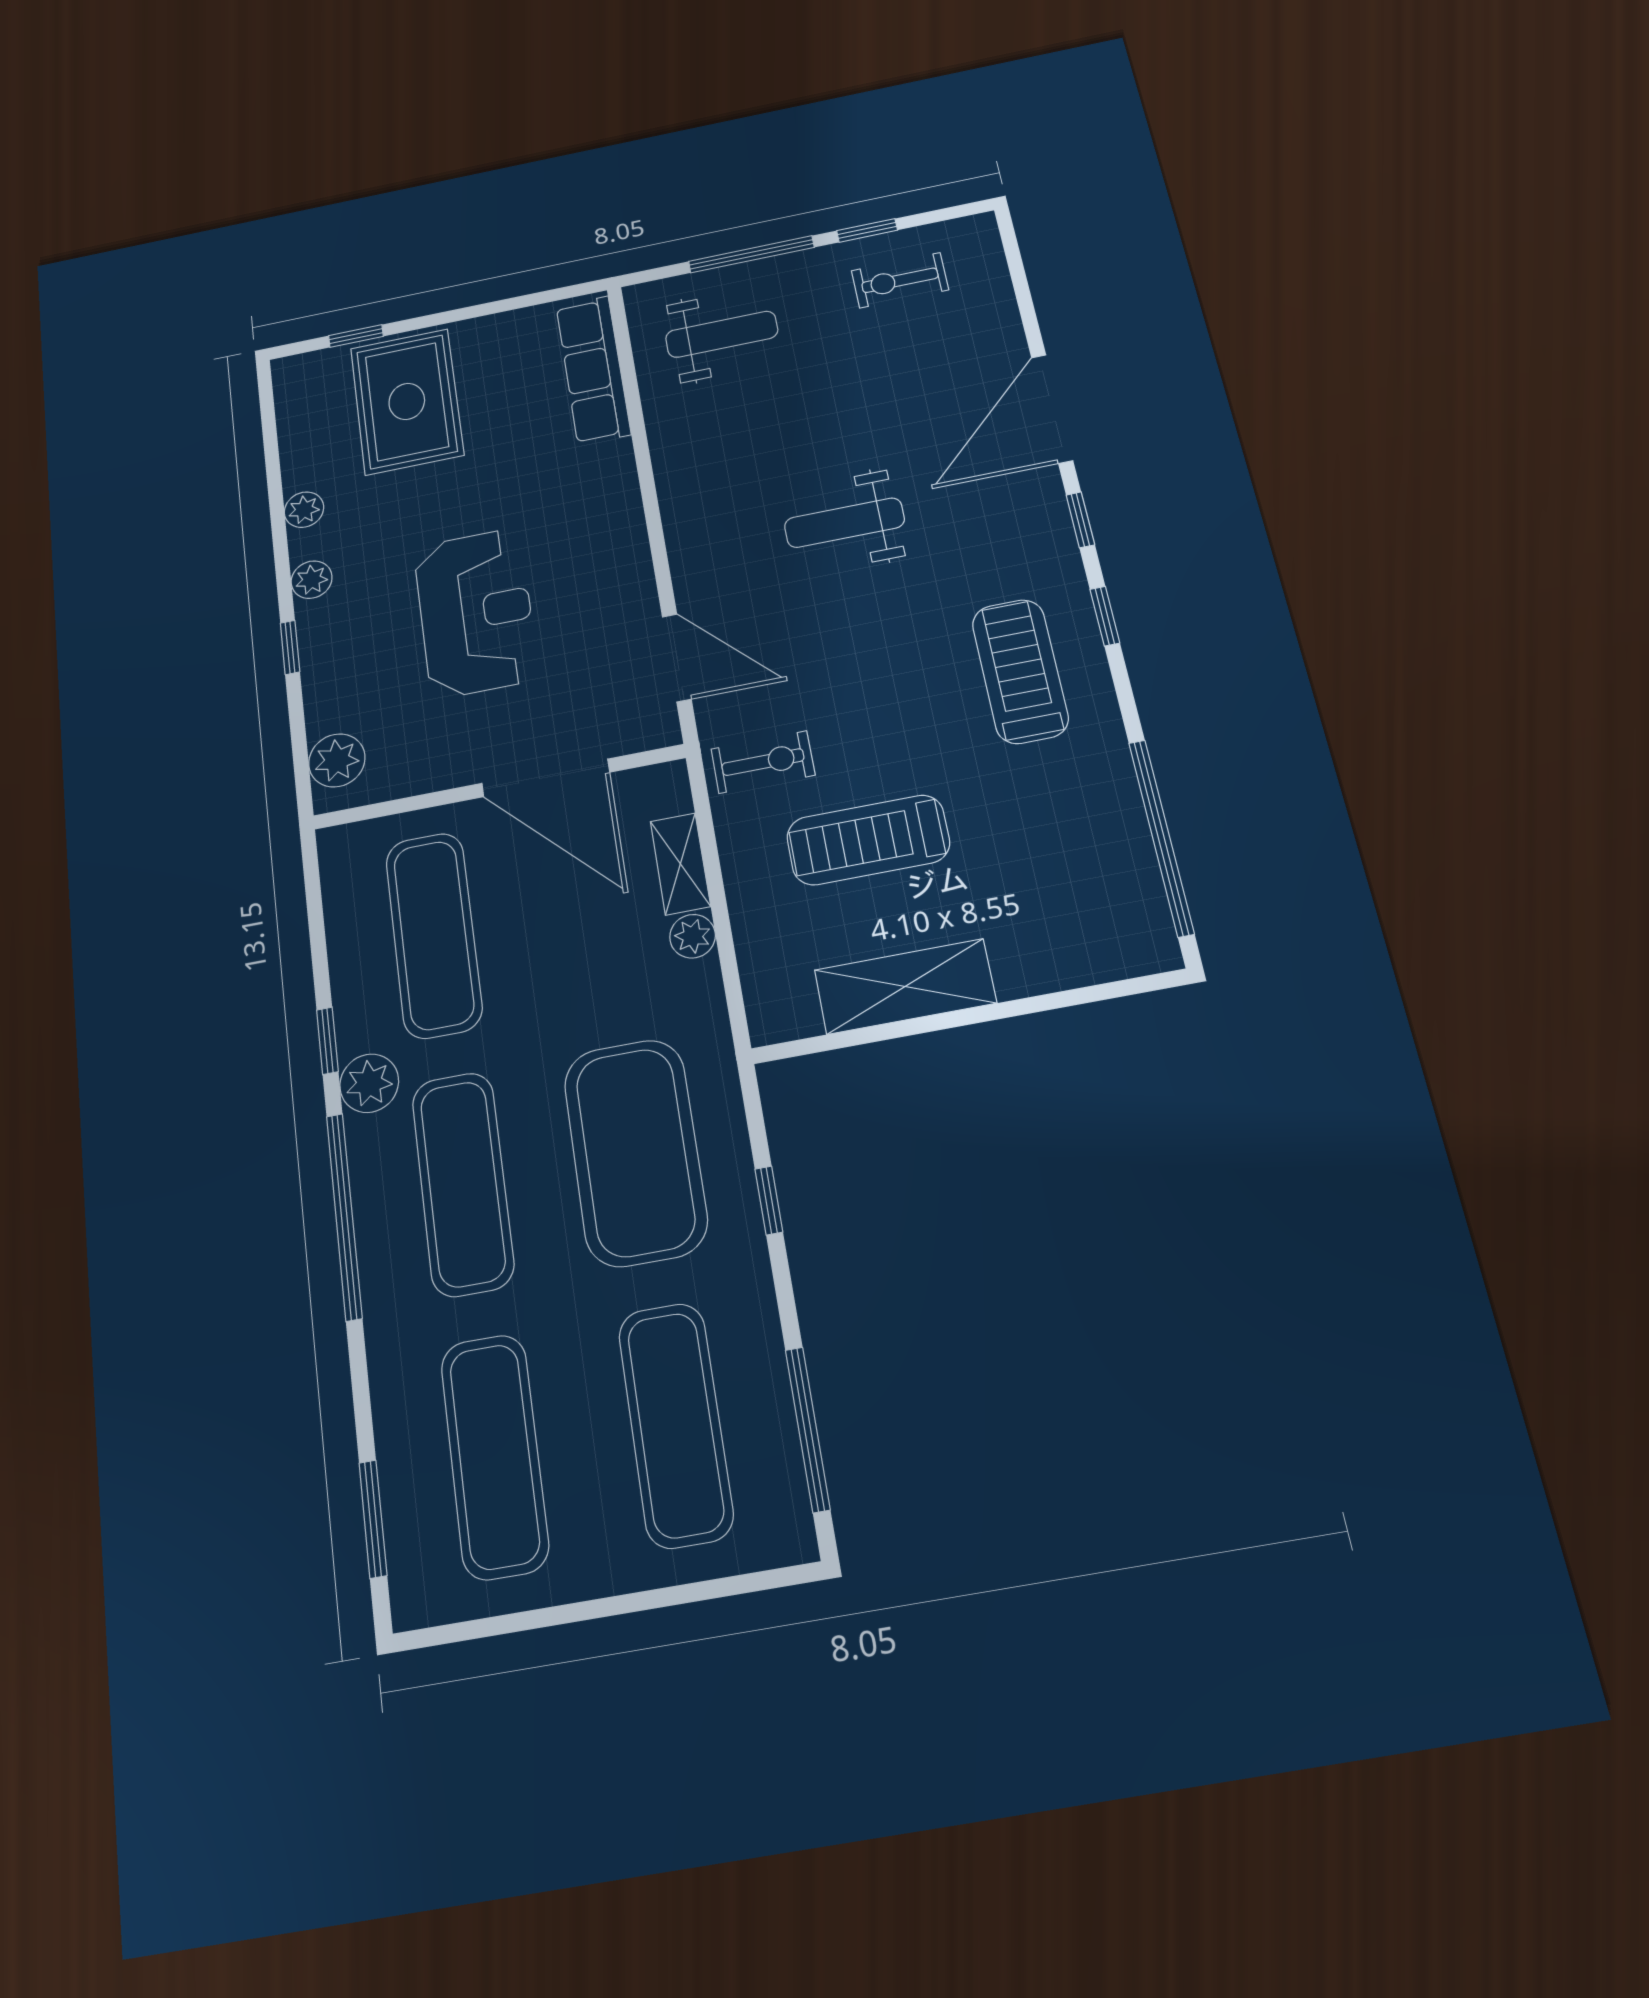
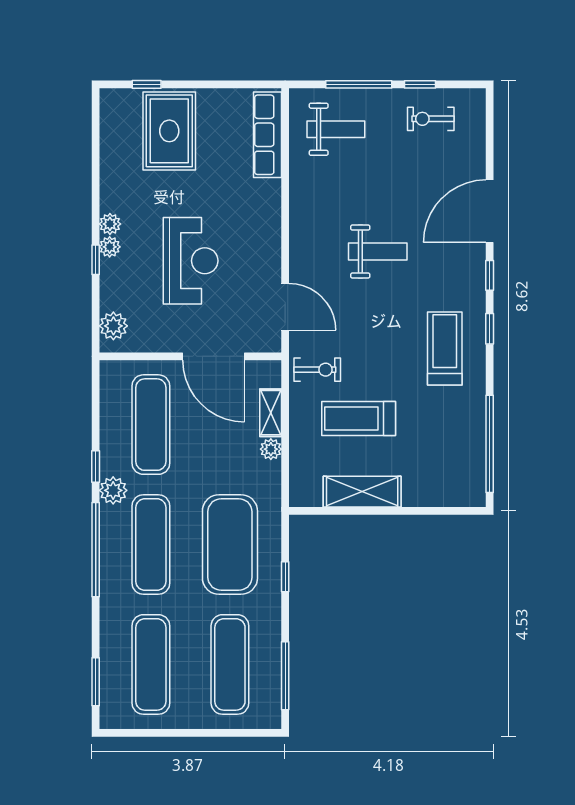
plant: (304, 510) -> (110, 247), moved
weight bench: (844, 523) -> (378, 252), turned 180

